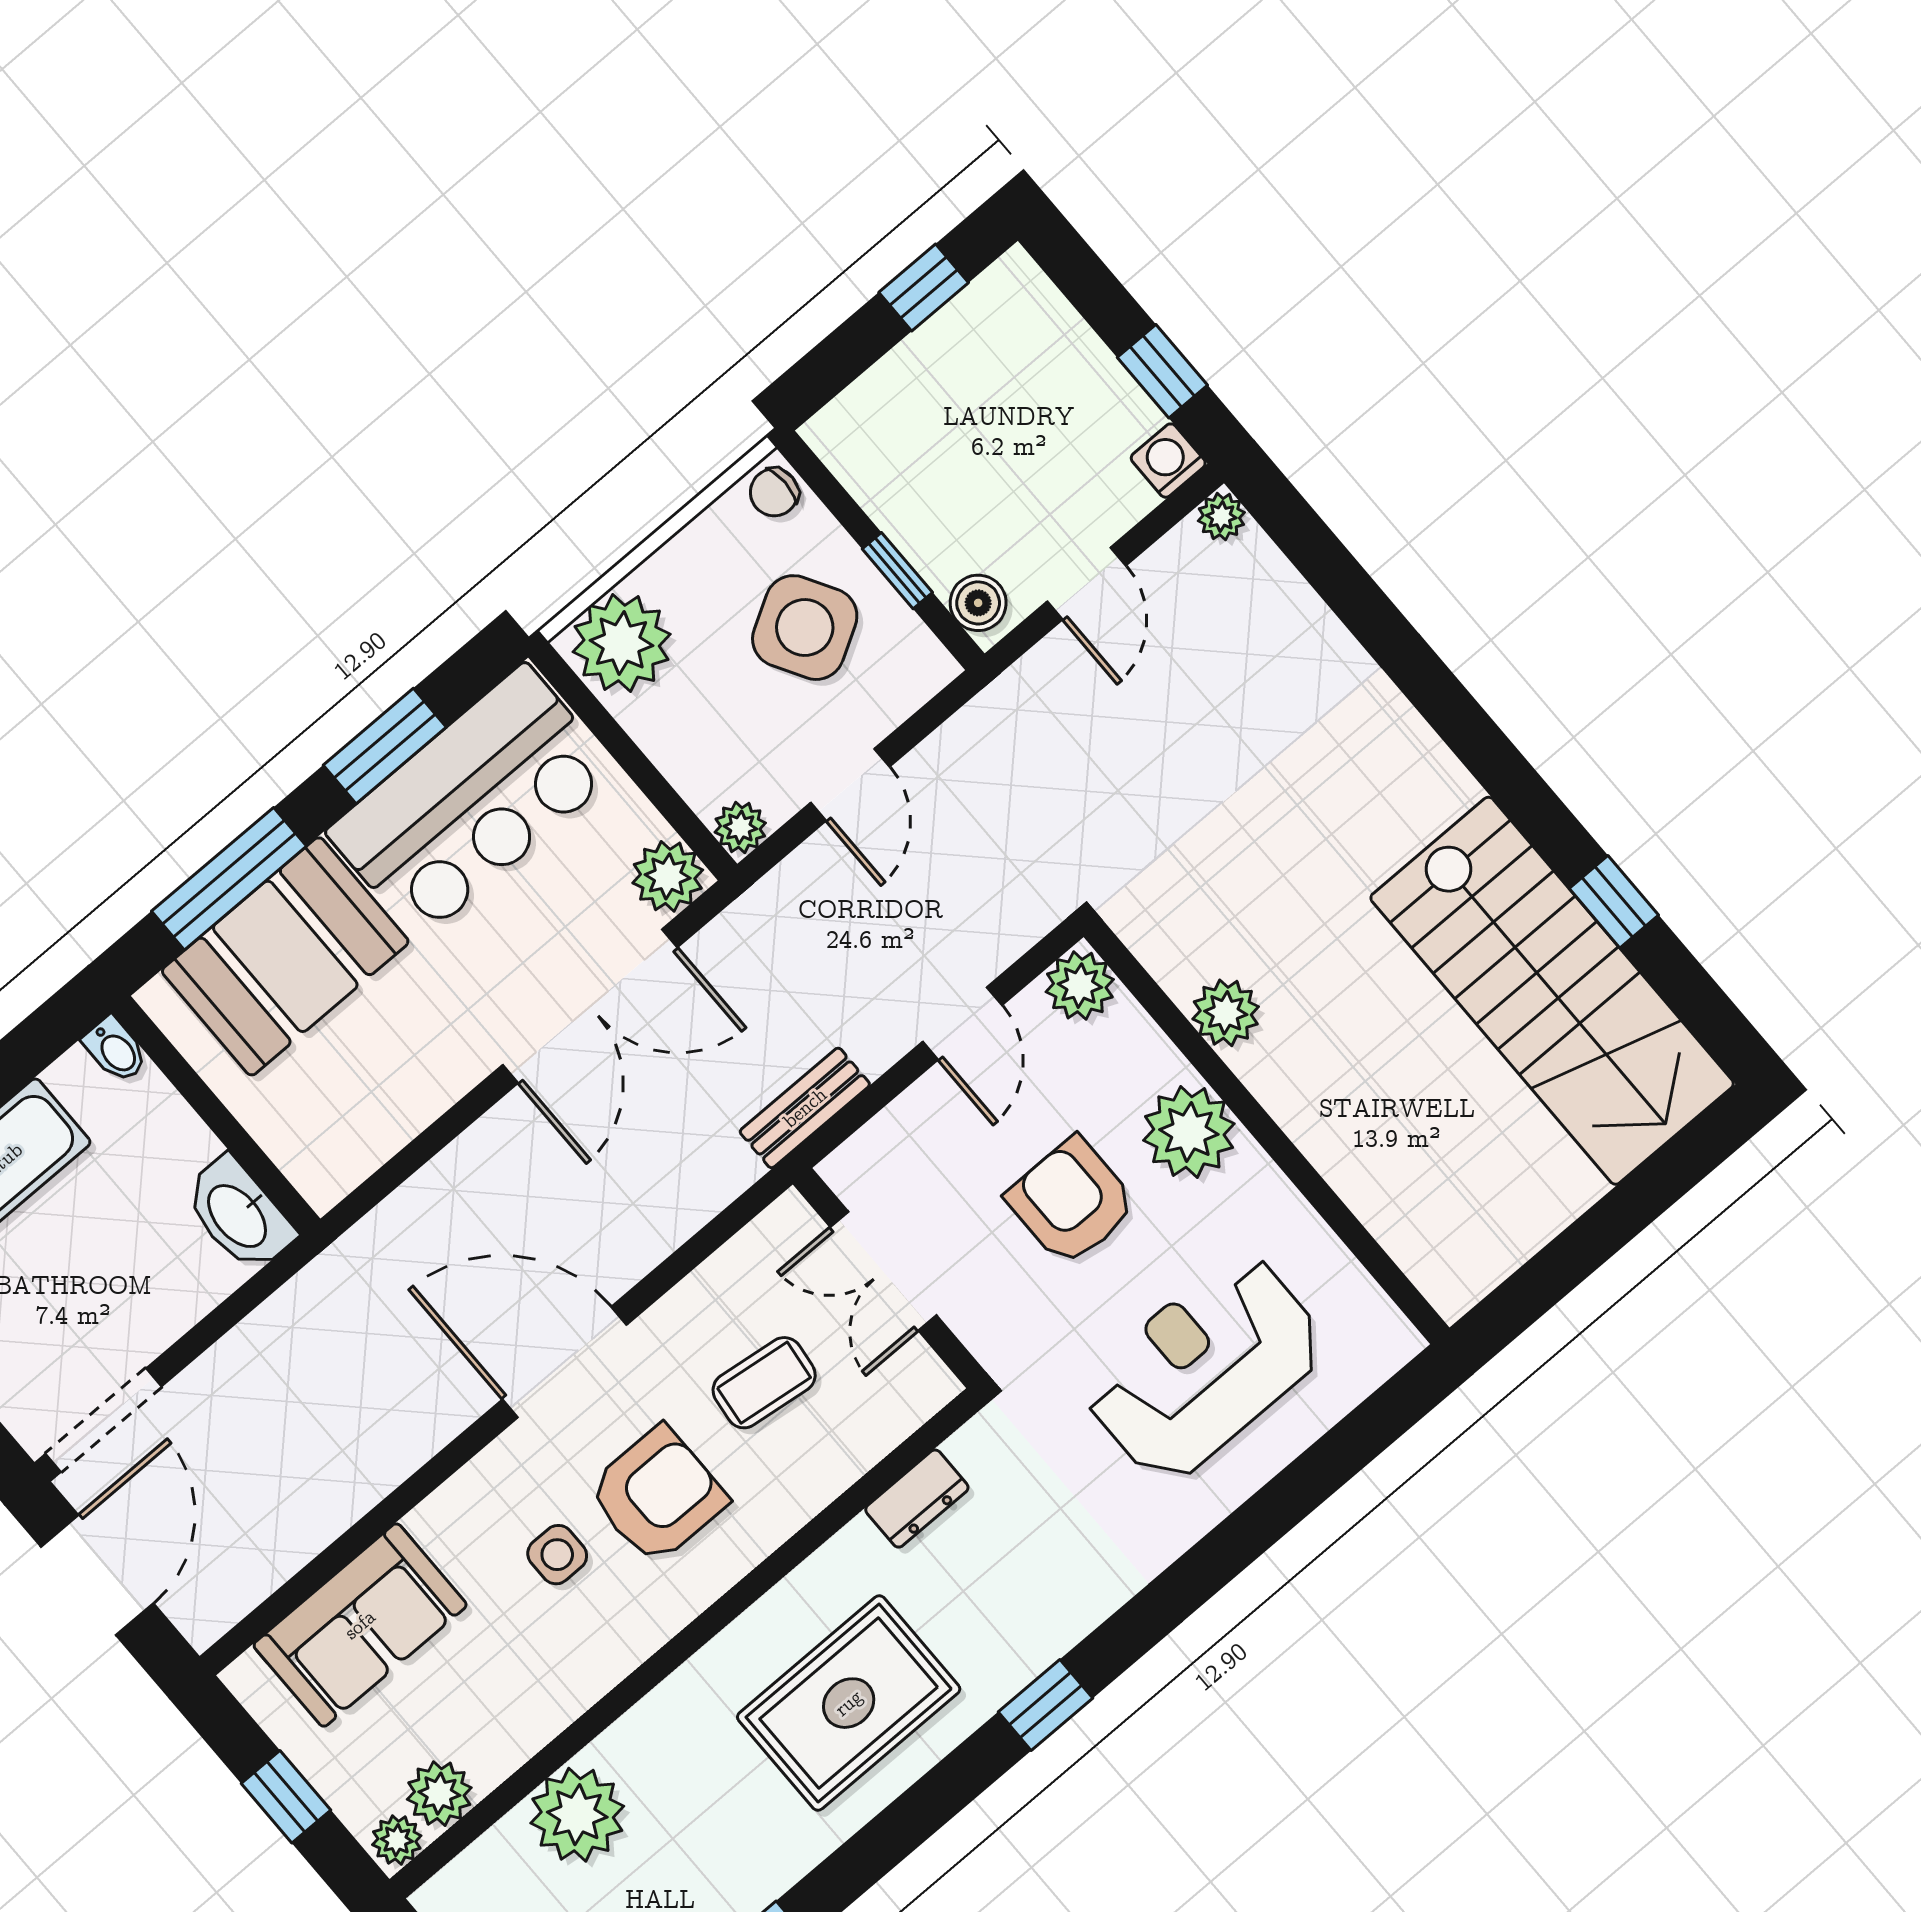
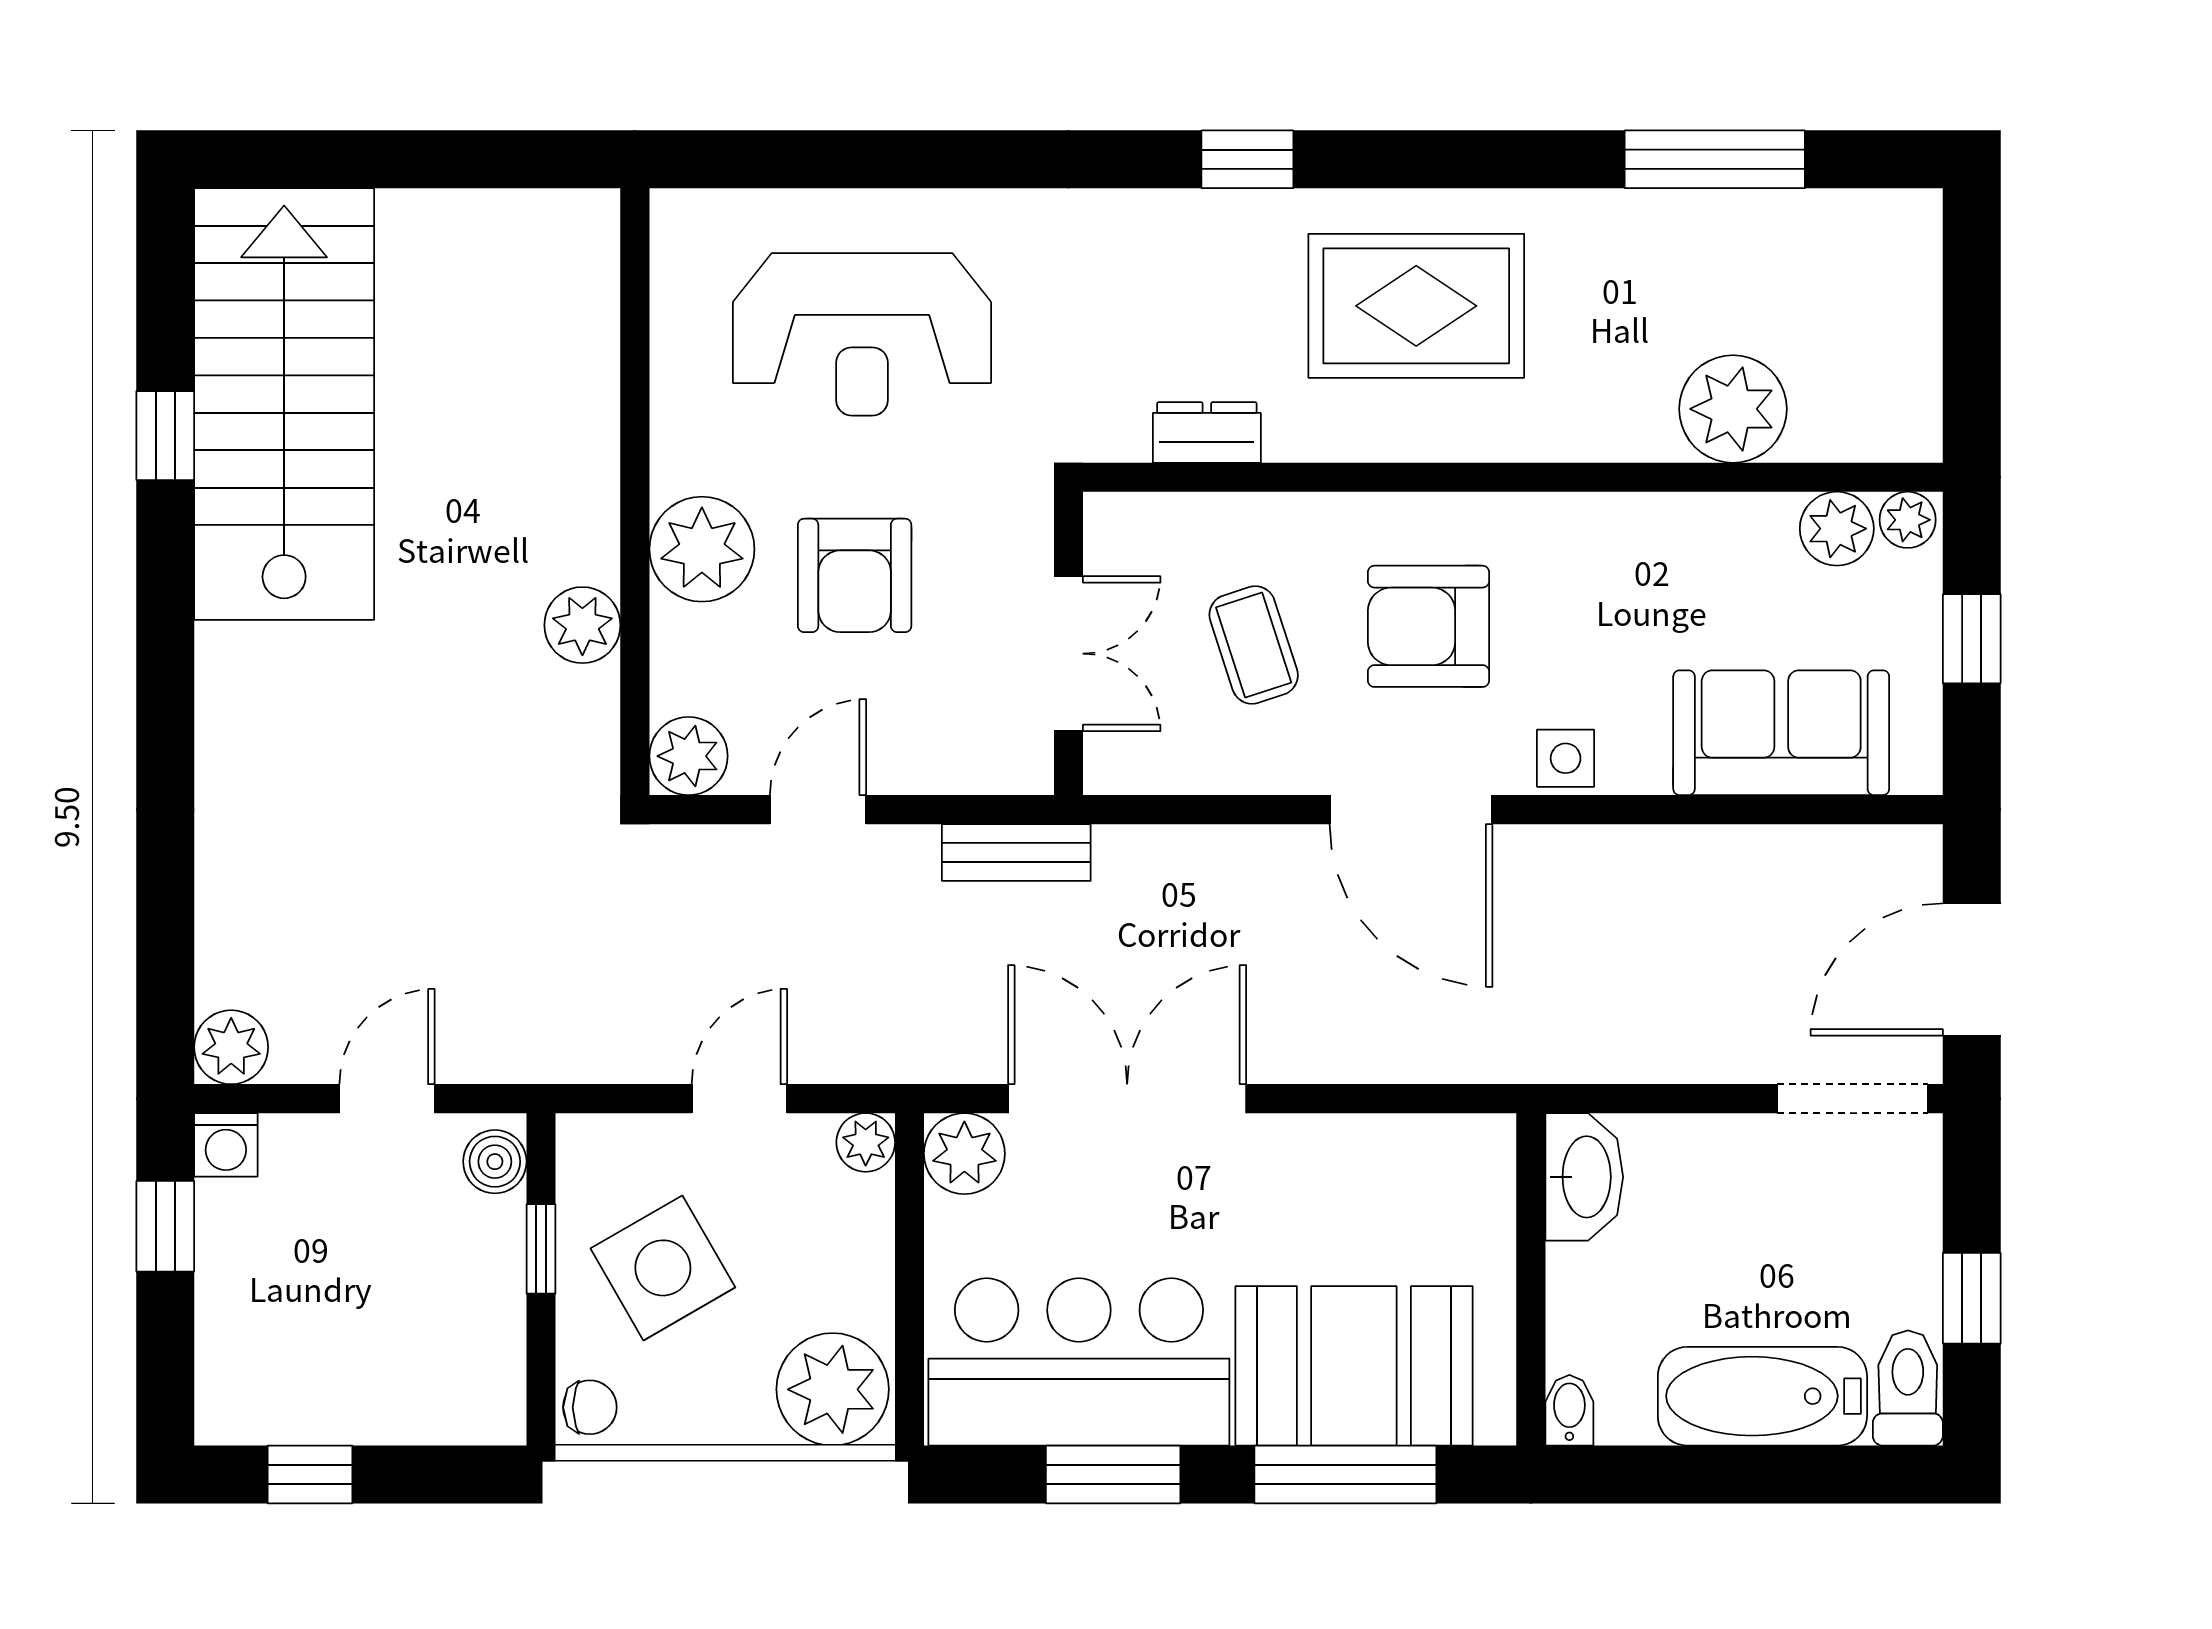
plant: (1221, 517) -> (231, 1047), width x1.38, depth x1.38
coffee table: (764, 1383) -> (1254, 645), turned 65
side table: (557, 1555) -> (1566, 758), moved

